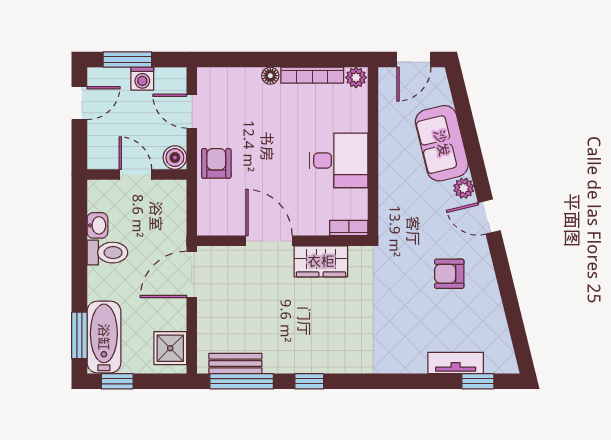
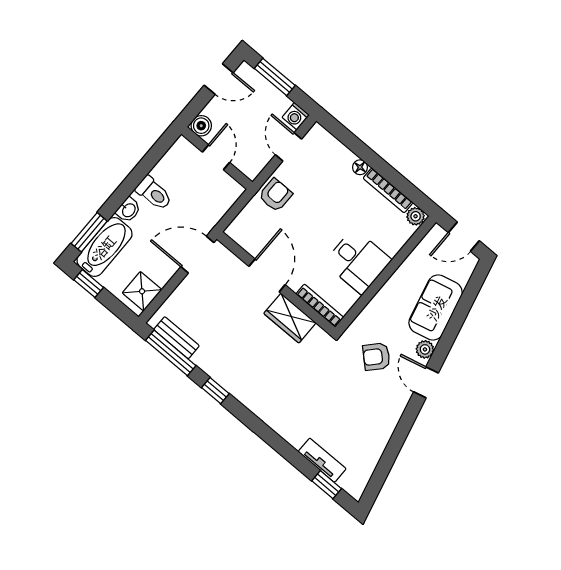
washing machine: (142, 79) -> (296, 116), moved
boiler: (175, 158) -> (201, 126), moved
washbasin: (97, 225) -> (128, 210), moved
bookcase: (349, 228) -> (320, 306), width x1.56
armchair: (449, 274) -> (376, 357), moved, turned -47

